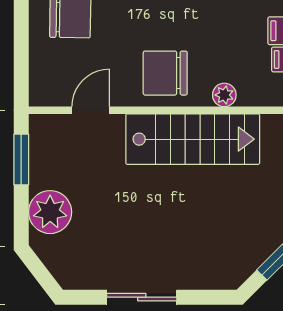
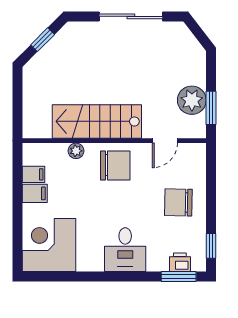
plant: (50, 212) -> (192, 100), moved
sliding door: (142, 297) -> (131, 16), width x1.37

